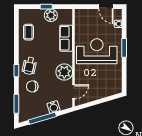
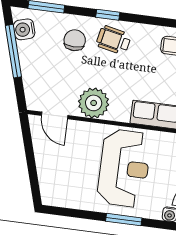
water cooler: (54, 107) -> (24, 29), moved

